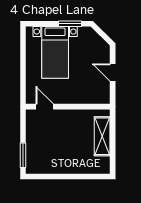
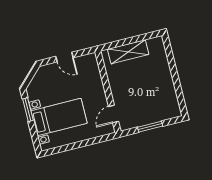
door: (113, 73) -> (64, 57), hinge flipped
window: (23, 155) -> (150, 127), moved

